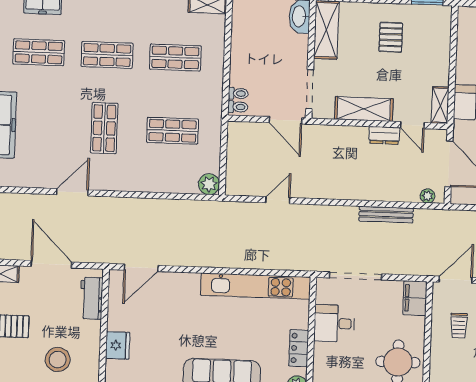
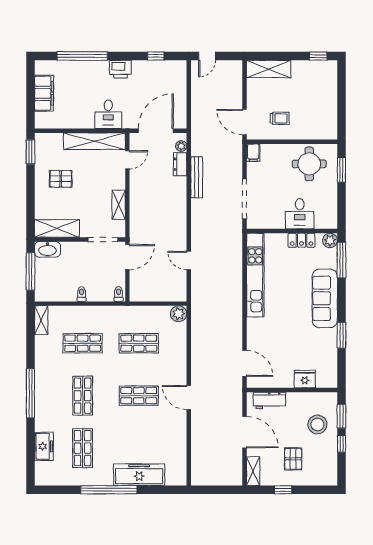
shop shelf: (175, 58) -> (83, 343), turned 90
toilet: (238, 93) -> (82, 294), moved
shelving: (440, 105) -> (95, 141), width x2.20, depth x1.33
shelving: (364, 109) -> (119, 205), width x0.67, depth x0.75
shop shelf: (173, 131) -> (139, 343), turned 90
dresser: (384, 135) -> (180, 164), moved, turned 180
door: (72, 192) -> (189, 397), moved
door: (51, 264) -> (245, 432), swing flipped
filing cabinet: (415, 298) -> (253, 153), width x0.50
desk: (334, 323) -> (300, 214), moved

